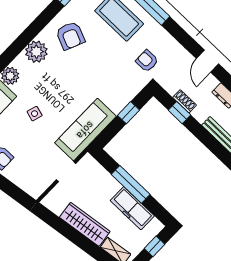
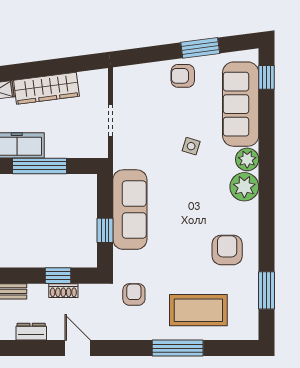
armchair: (70, 36) -> (227, 250), turned 67
plant: (36, 52) -> (244, 187), moved
armchair: (147, 61) -> (134, 294), turned -90
sofa: (85, 130) -> (130, 210), moved

